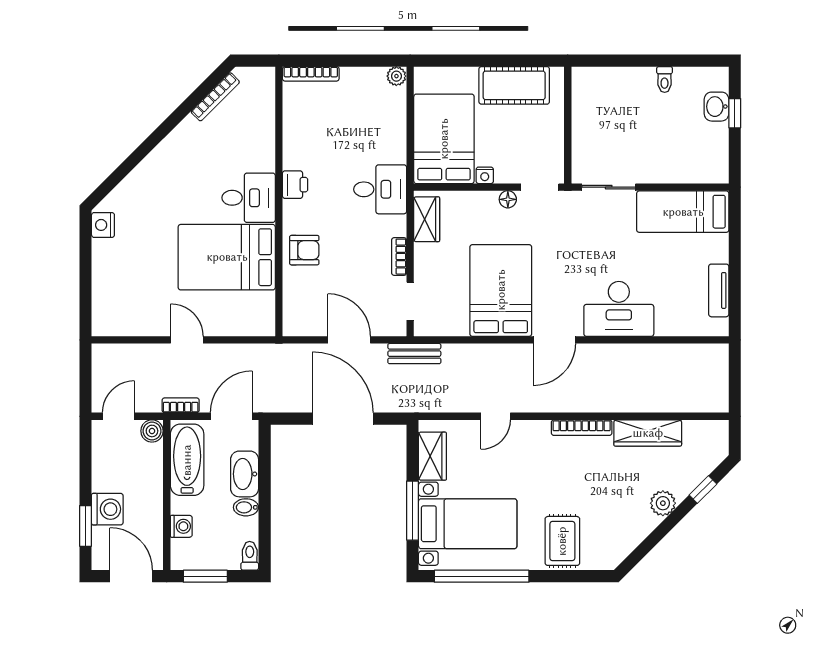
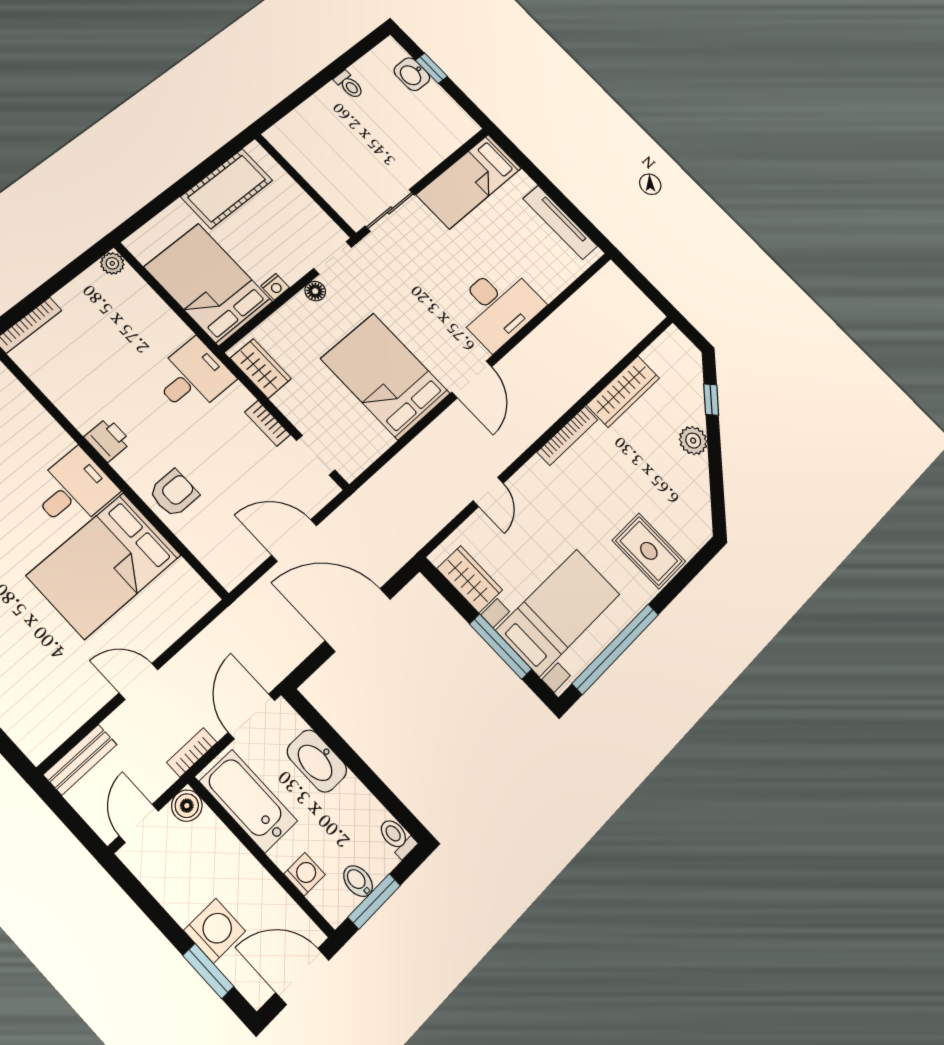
tv unit: (719, 290) -> (560, 222), width x1.41
bench: (414, 354) -> (80, 760), moved
bidet: (246, 507) -> (358, 881), moved, turned 90

